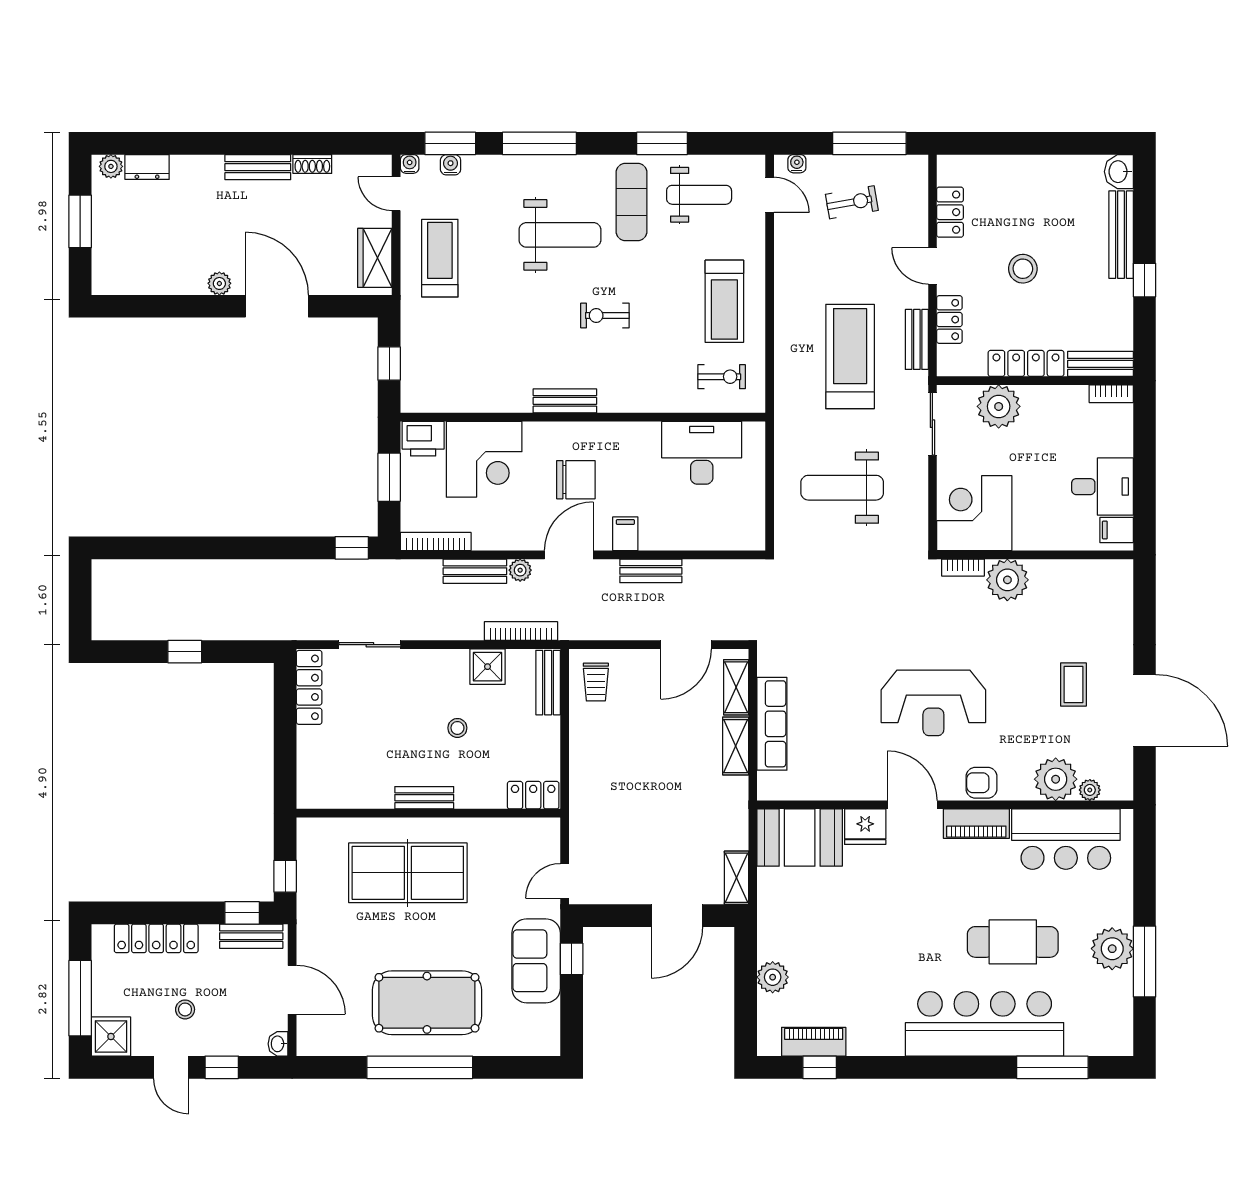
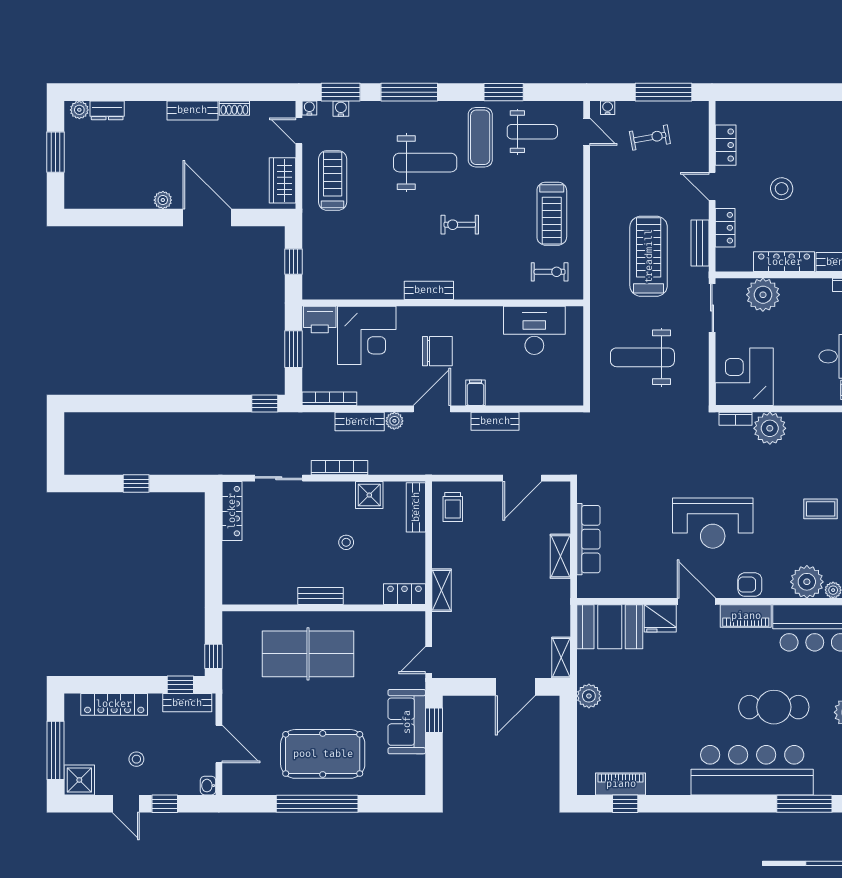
bookcase: (521, 631) -> (340, 468), moved
coffee table: (1073, 685) -> (821, 509), turned 90
shelving: (736, 687) -> (442, 590), moved
plant: (773, 977) -> (589, 696), moved

